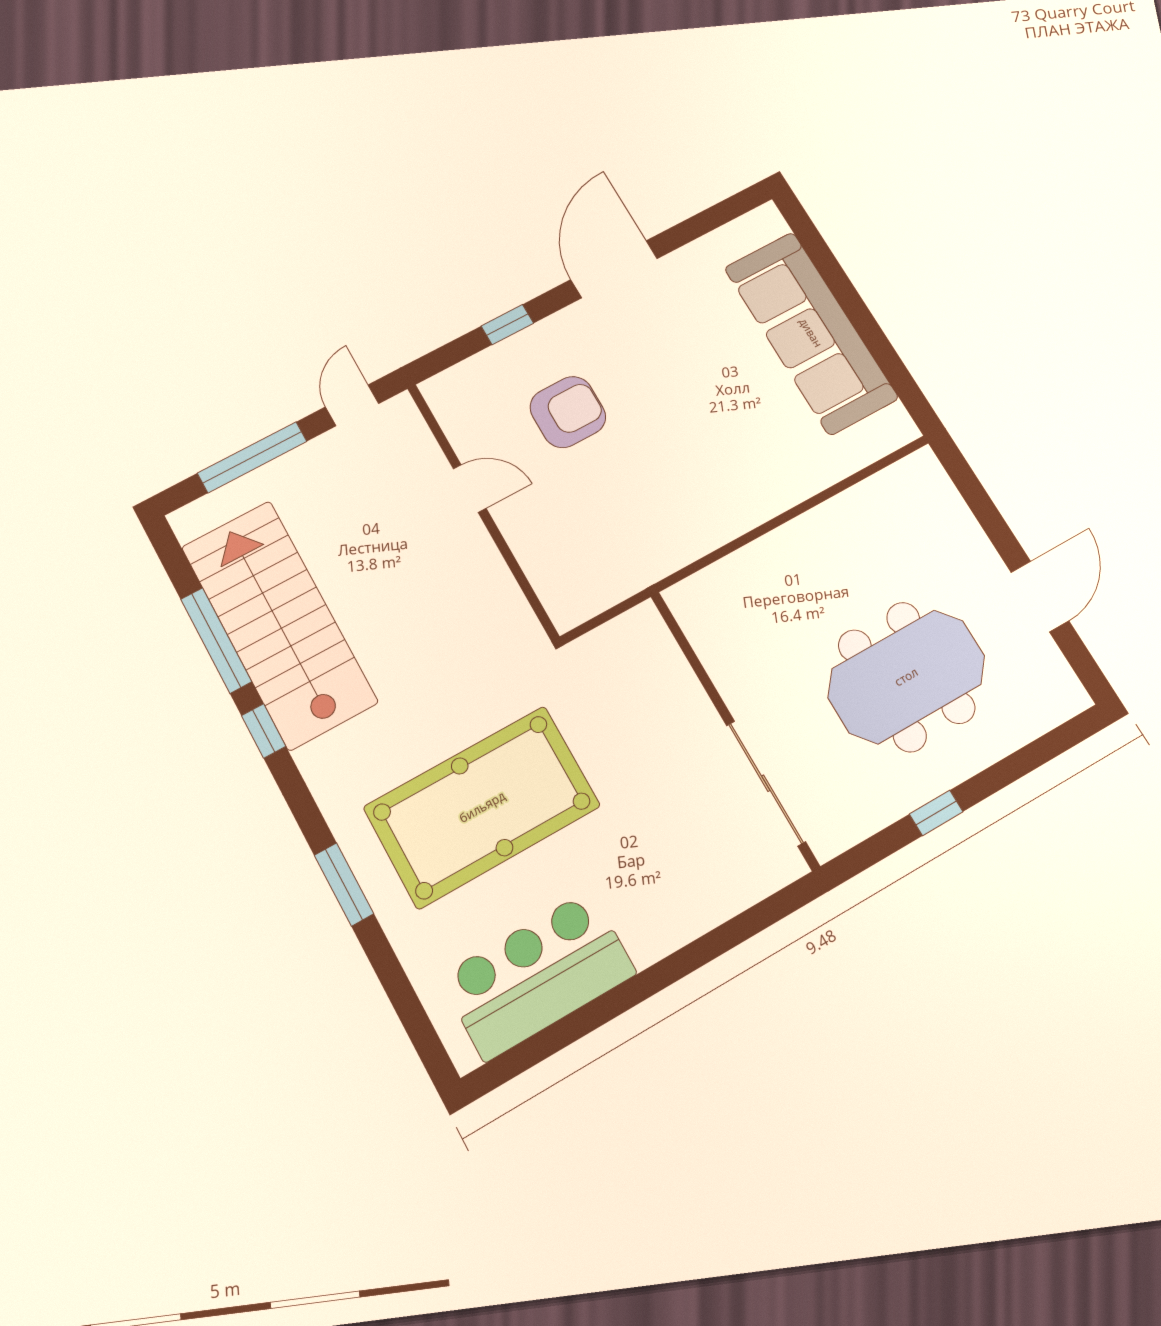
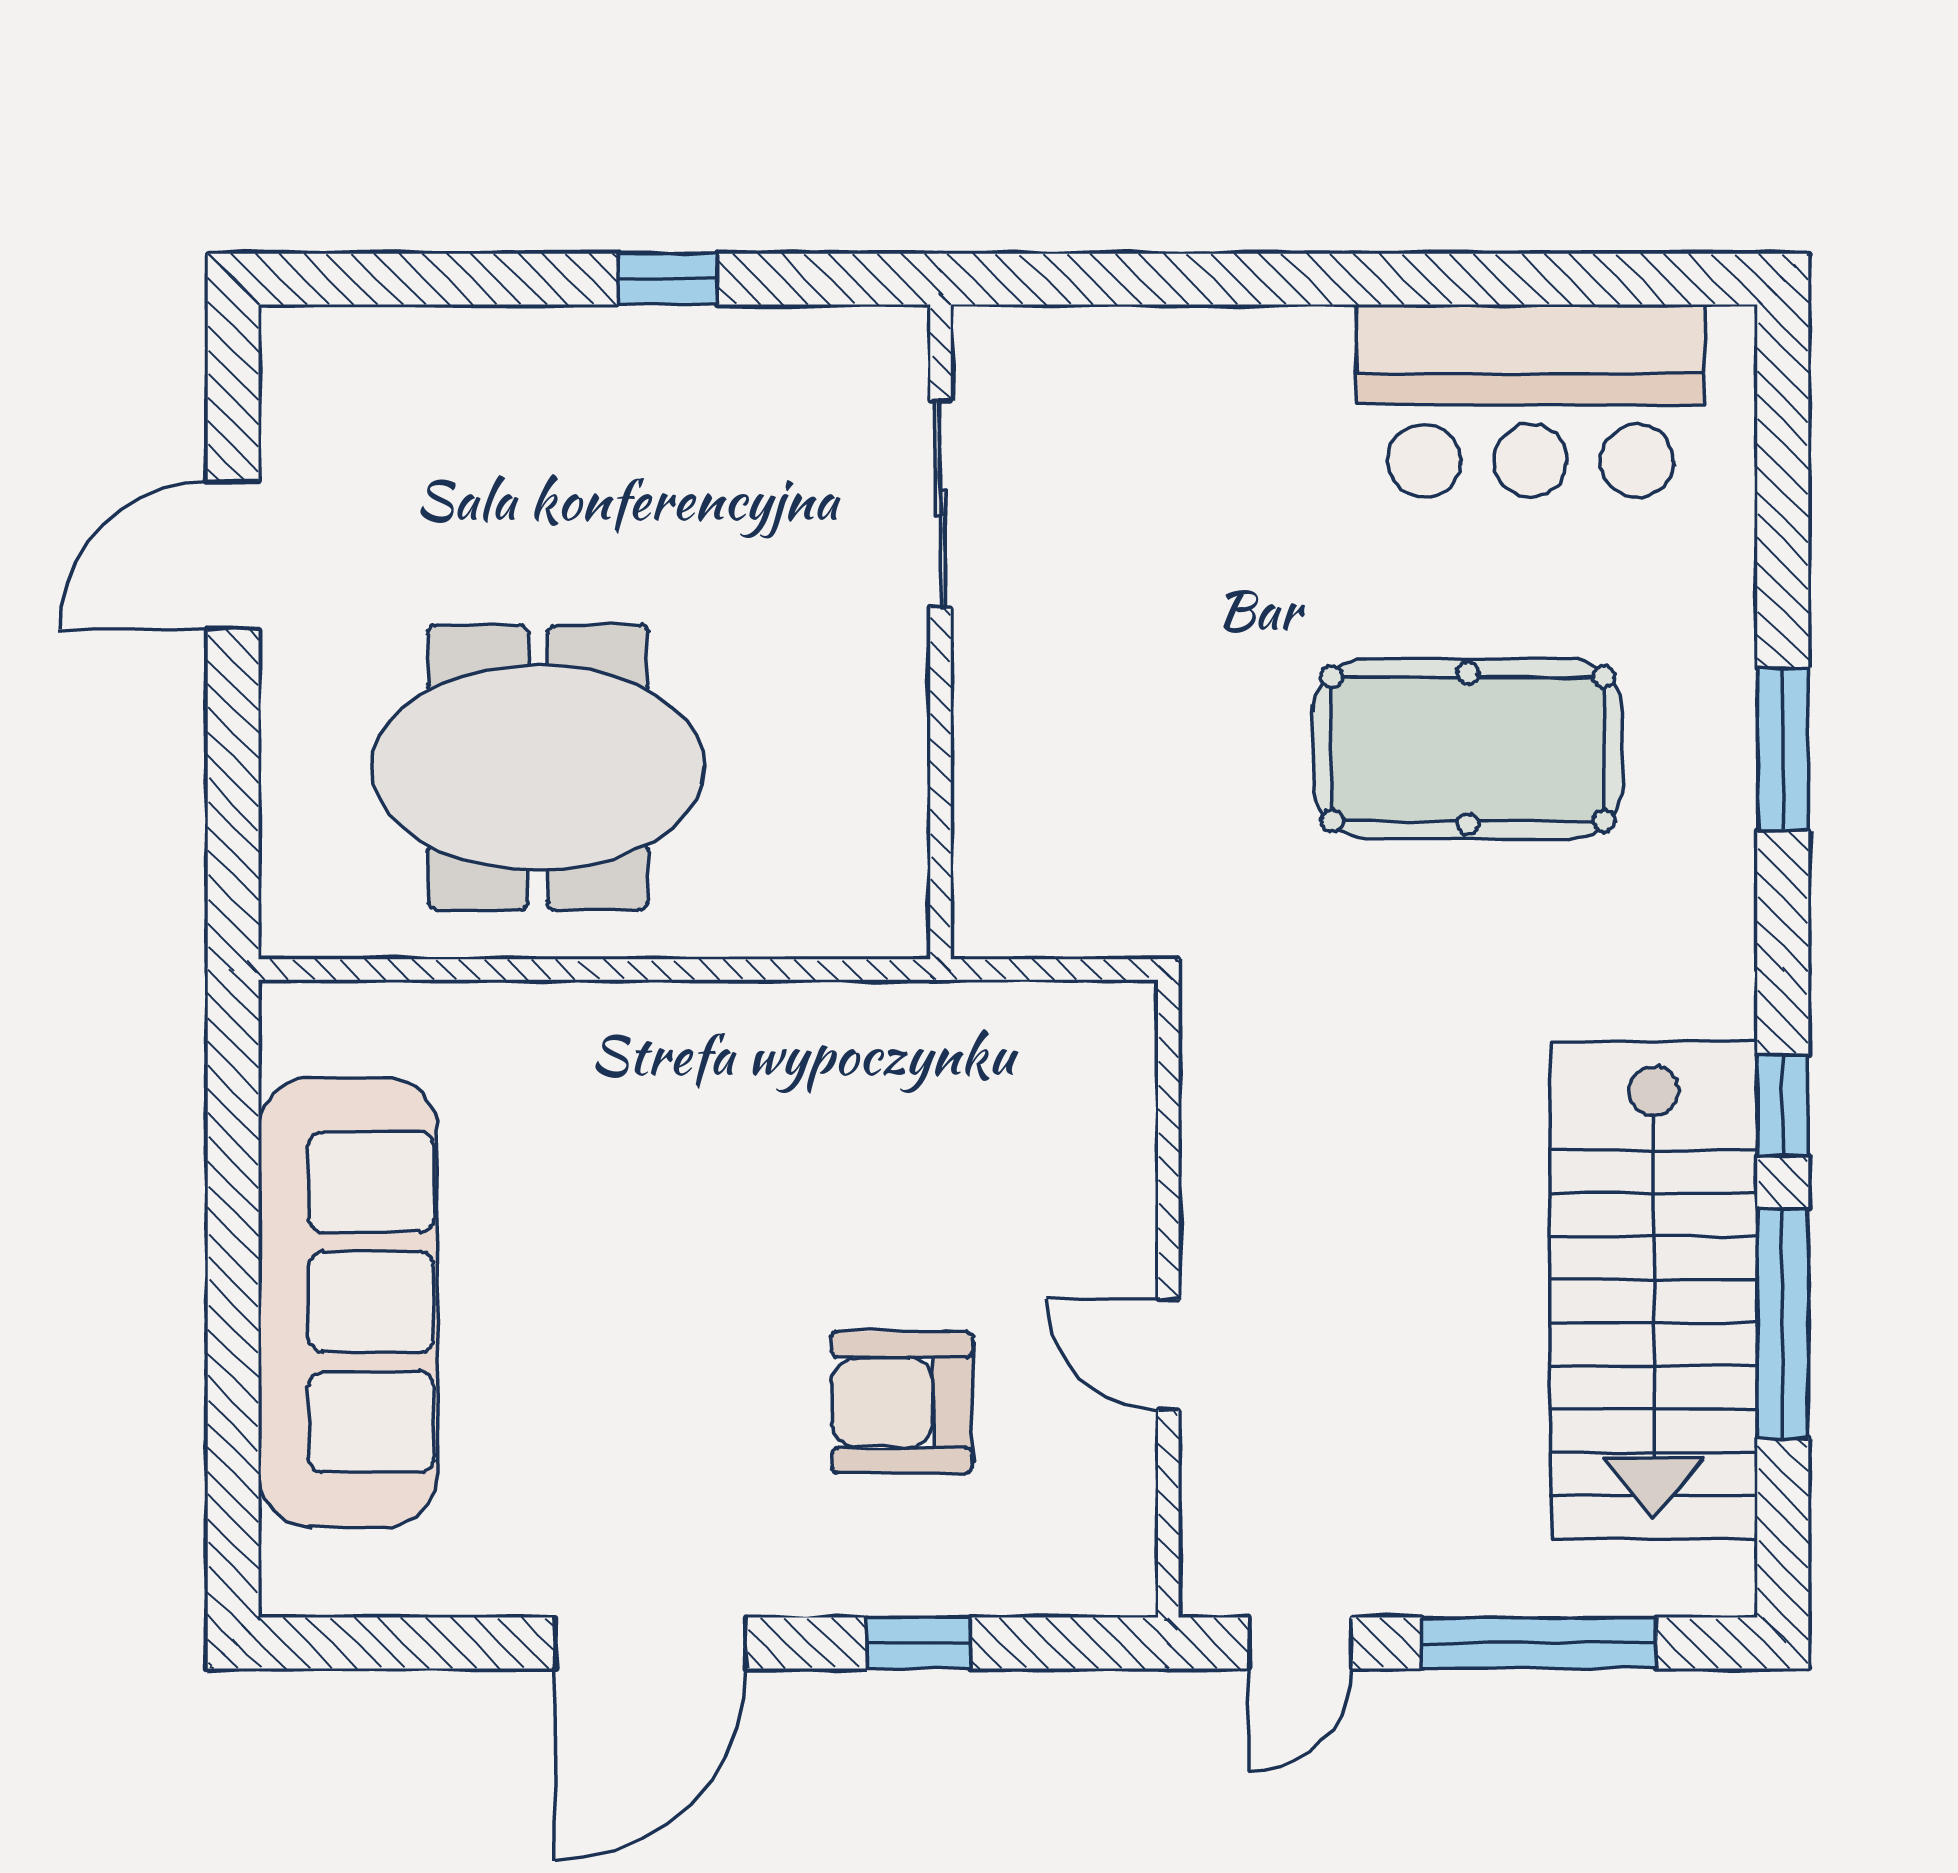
meeting table: (906, 677) -> (538, 767), moved
sliding door: (766, 783) -> (940, 504), width x0.73
pool table: (482, 807) -> (1468, 749), width x0.73, depth x0.76

